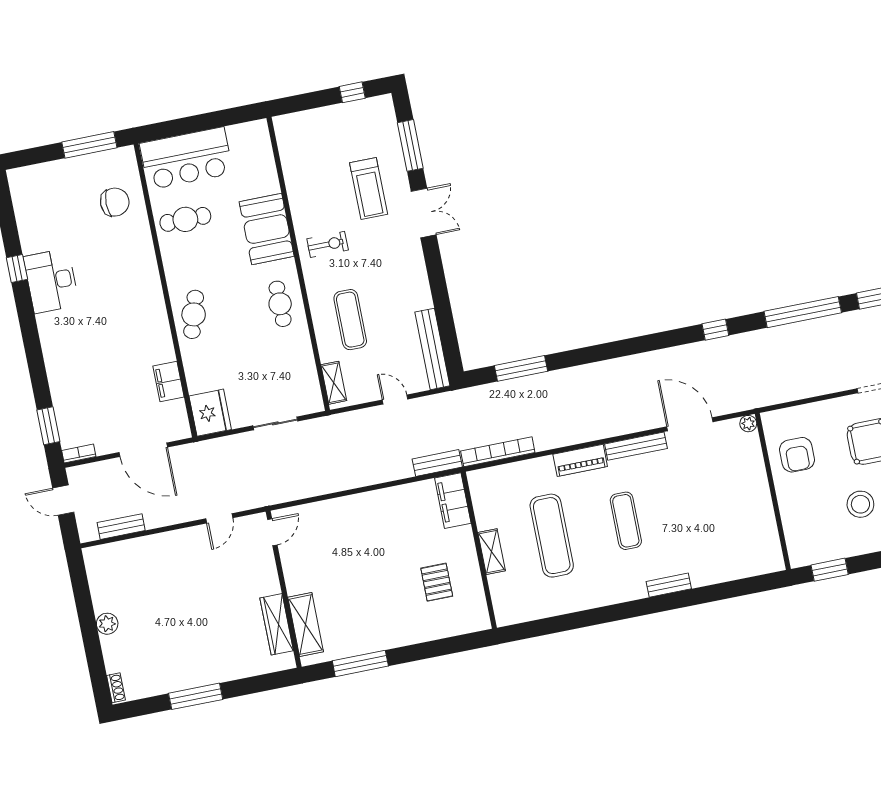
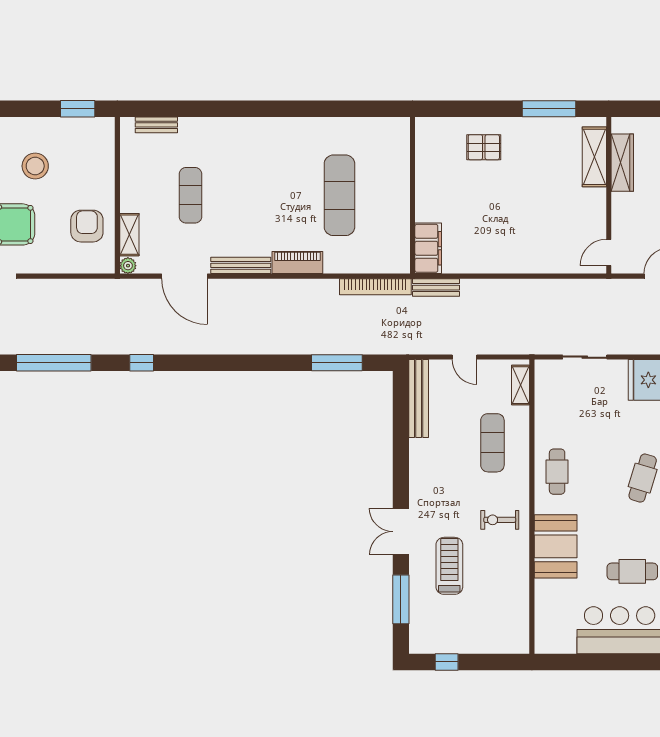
exercise mat: (626, 521) -> (190, 195), moved
shelving: (492, 552) -> (129, 235), moved
pallet: (437, 582) -> (484, 147), moved, turned 90
bench: (669, 585) -> (156, 125), moved

